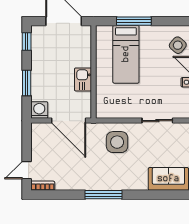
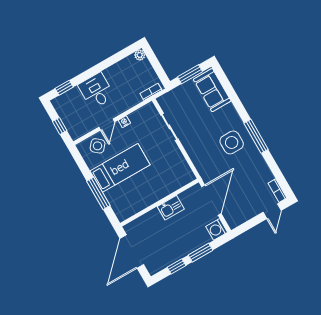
window: (27, 41) -> (177, 266), moved
bed: (126, 54) -> (120, 168), moved
side table: (117, 142) -> (232, 142), moved
door: (27, 170) -> (272, 211), hinge flipped

